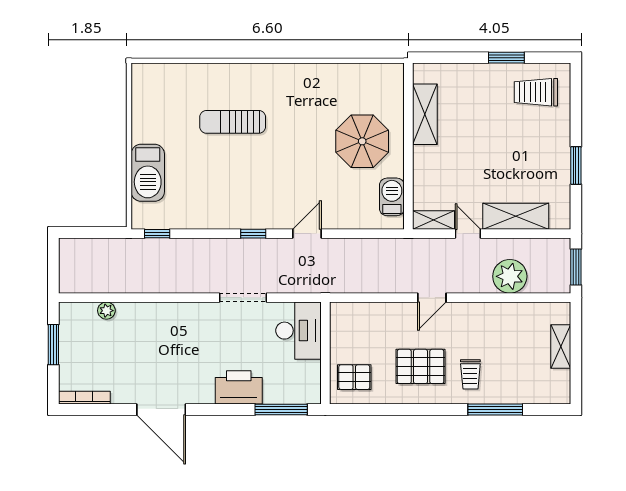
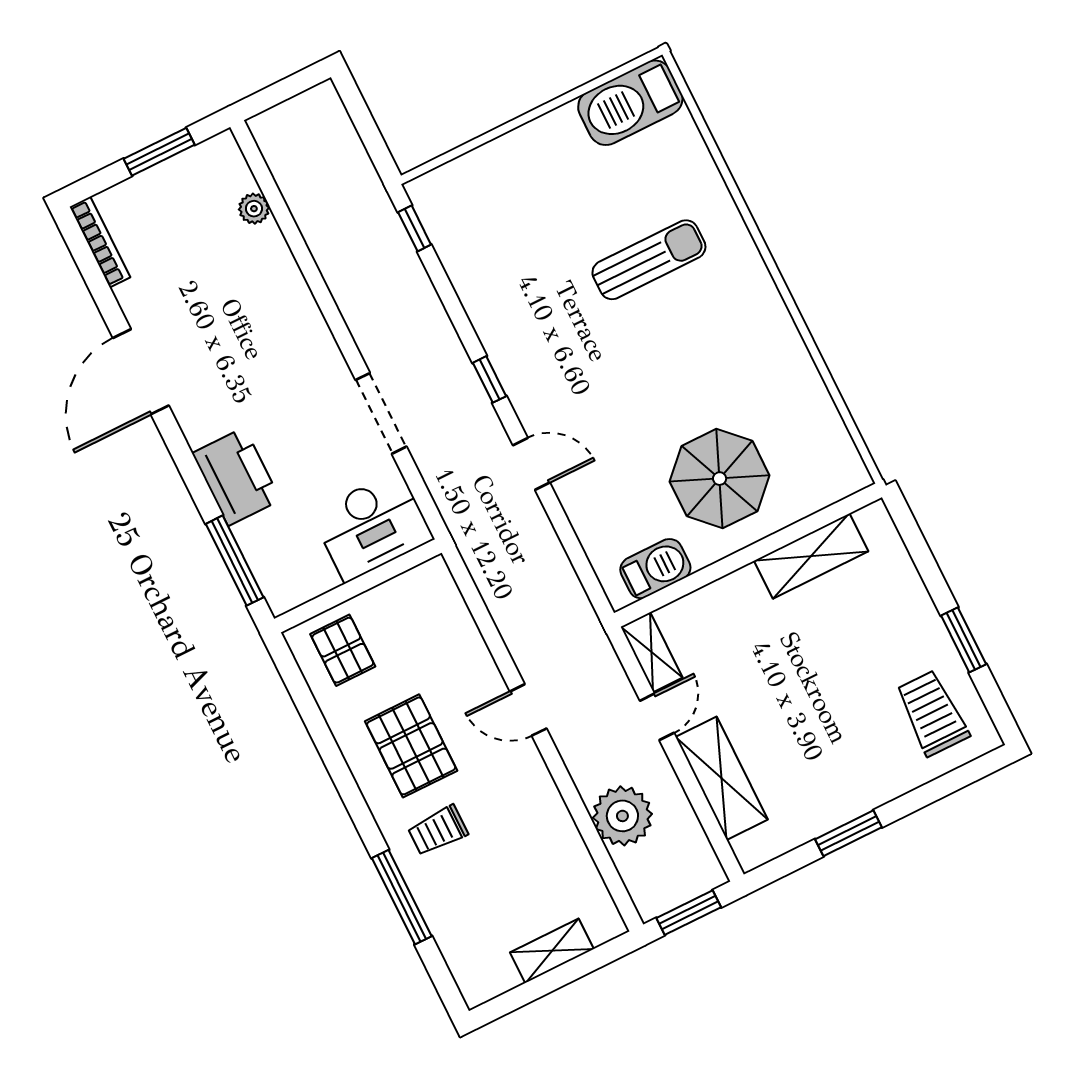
sun lounger: (233, 122) -> (649, 260), turned 90
barbecue: (148, 173) -> (630, 103), moved

